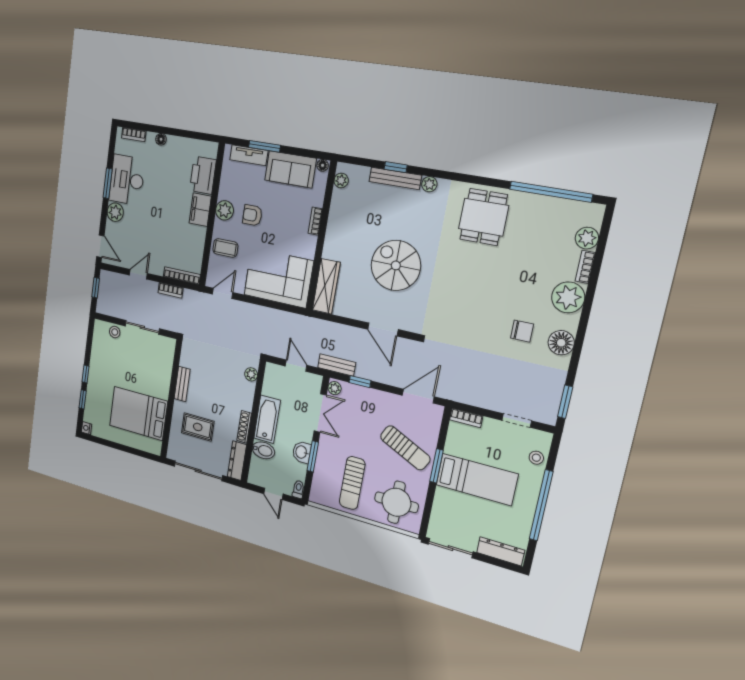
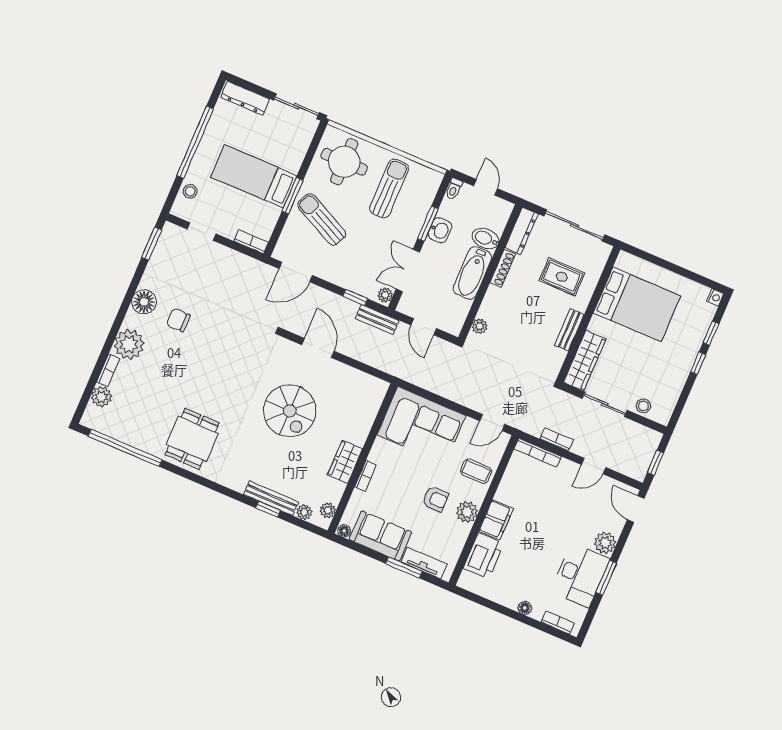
plant: (429, 184) -> (304, 512), moved
wardrobe: (326, 286) -> (345, 462), moved, width x0.67
wardrobe: (165, 360) -> (585, 361), added

